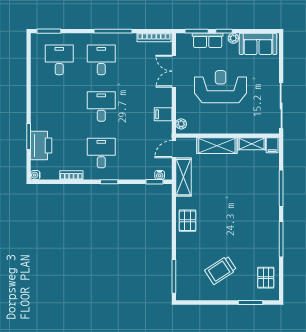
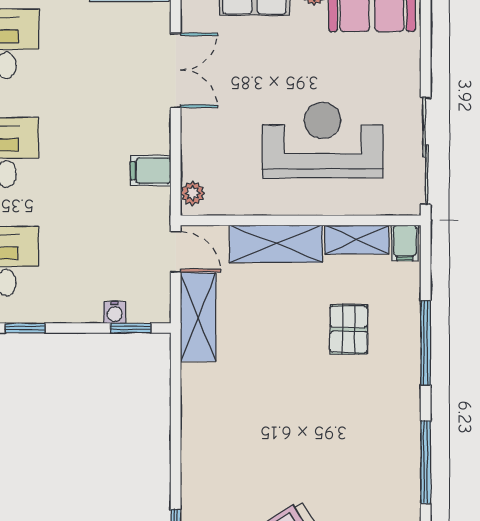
double door: (174, 71) -> (176, 70), swing flipped
reception desk: (221, 87) -> (323, 140), moved
door: (174, 149) -> (176, 252), swing flipped
water cooler: (160, 175) -> (115, 312), moved
pallet: (188, 221) -> (349, 329), moved

